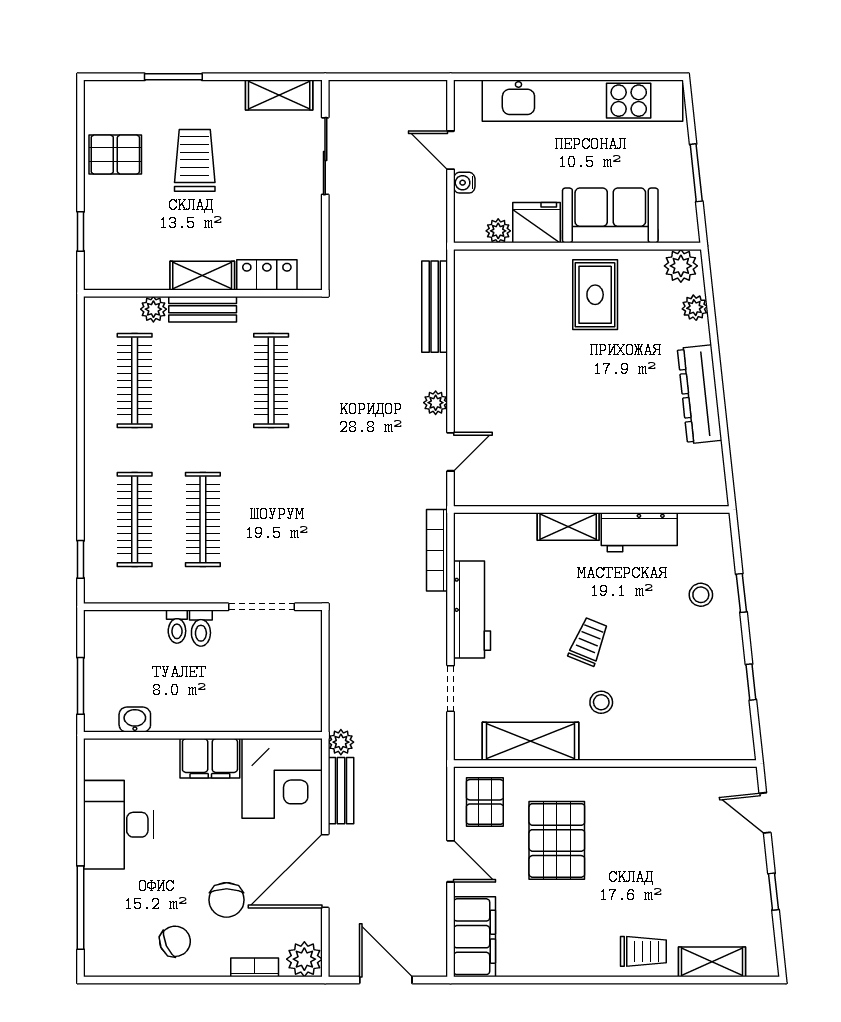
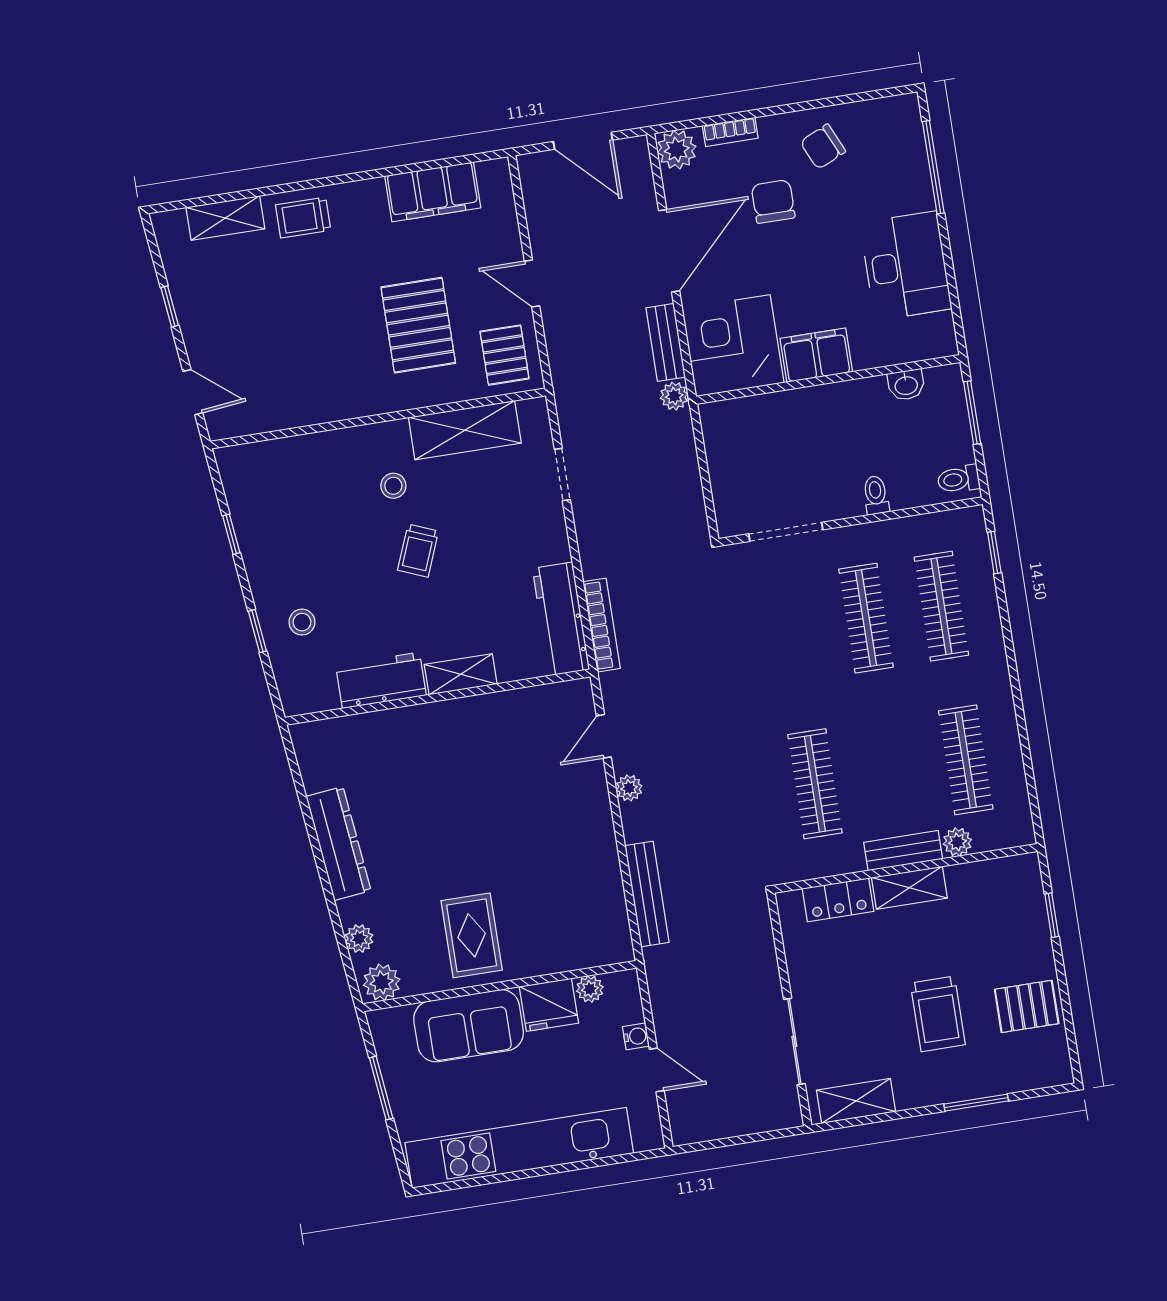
workbench: (472, 609) -> (561, 619), moved
toilet: (201, 628) -> (958, 479), moved, turned -90
filing cabinet: (475, 937) -> (433, 192), moved, turned -90

